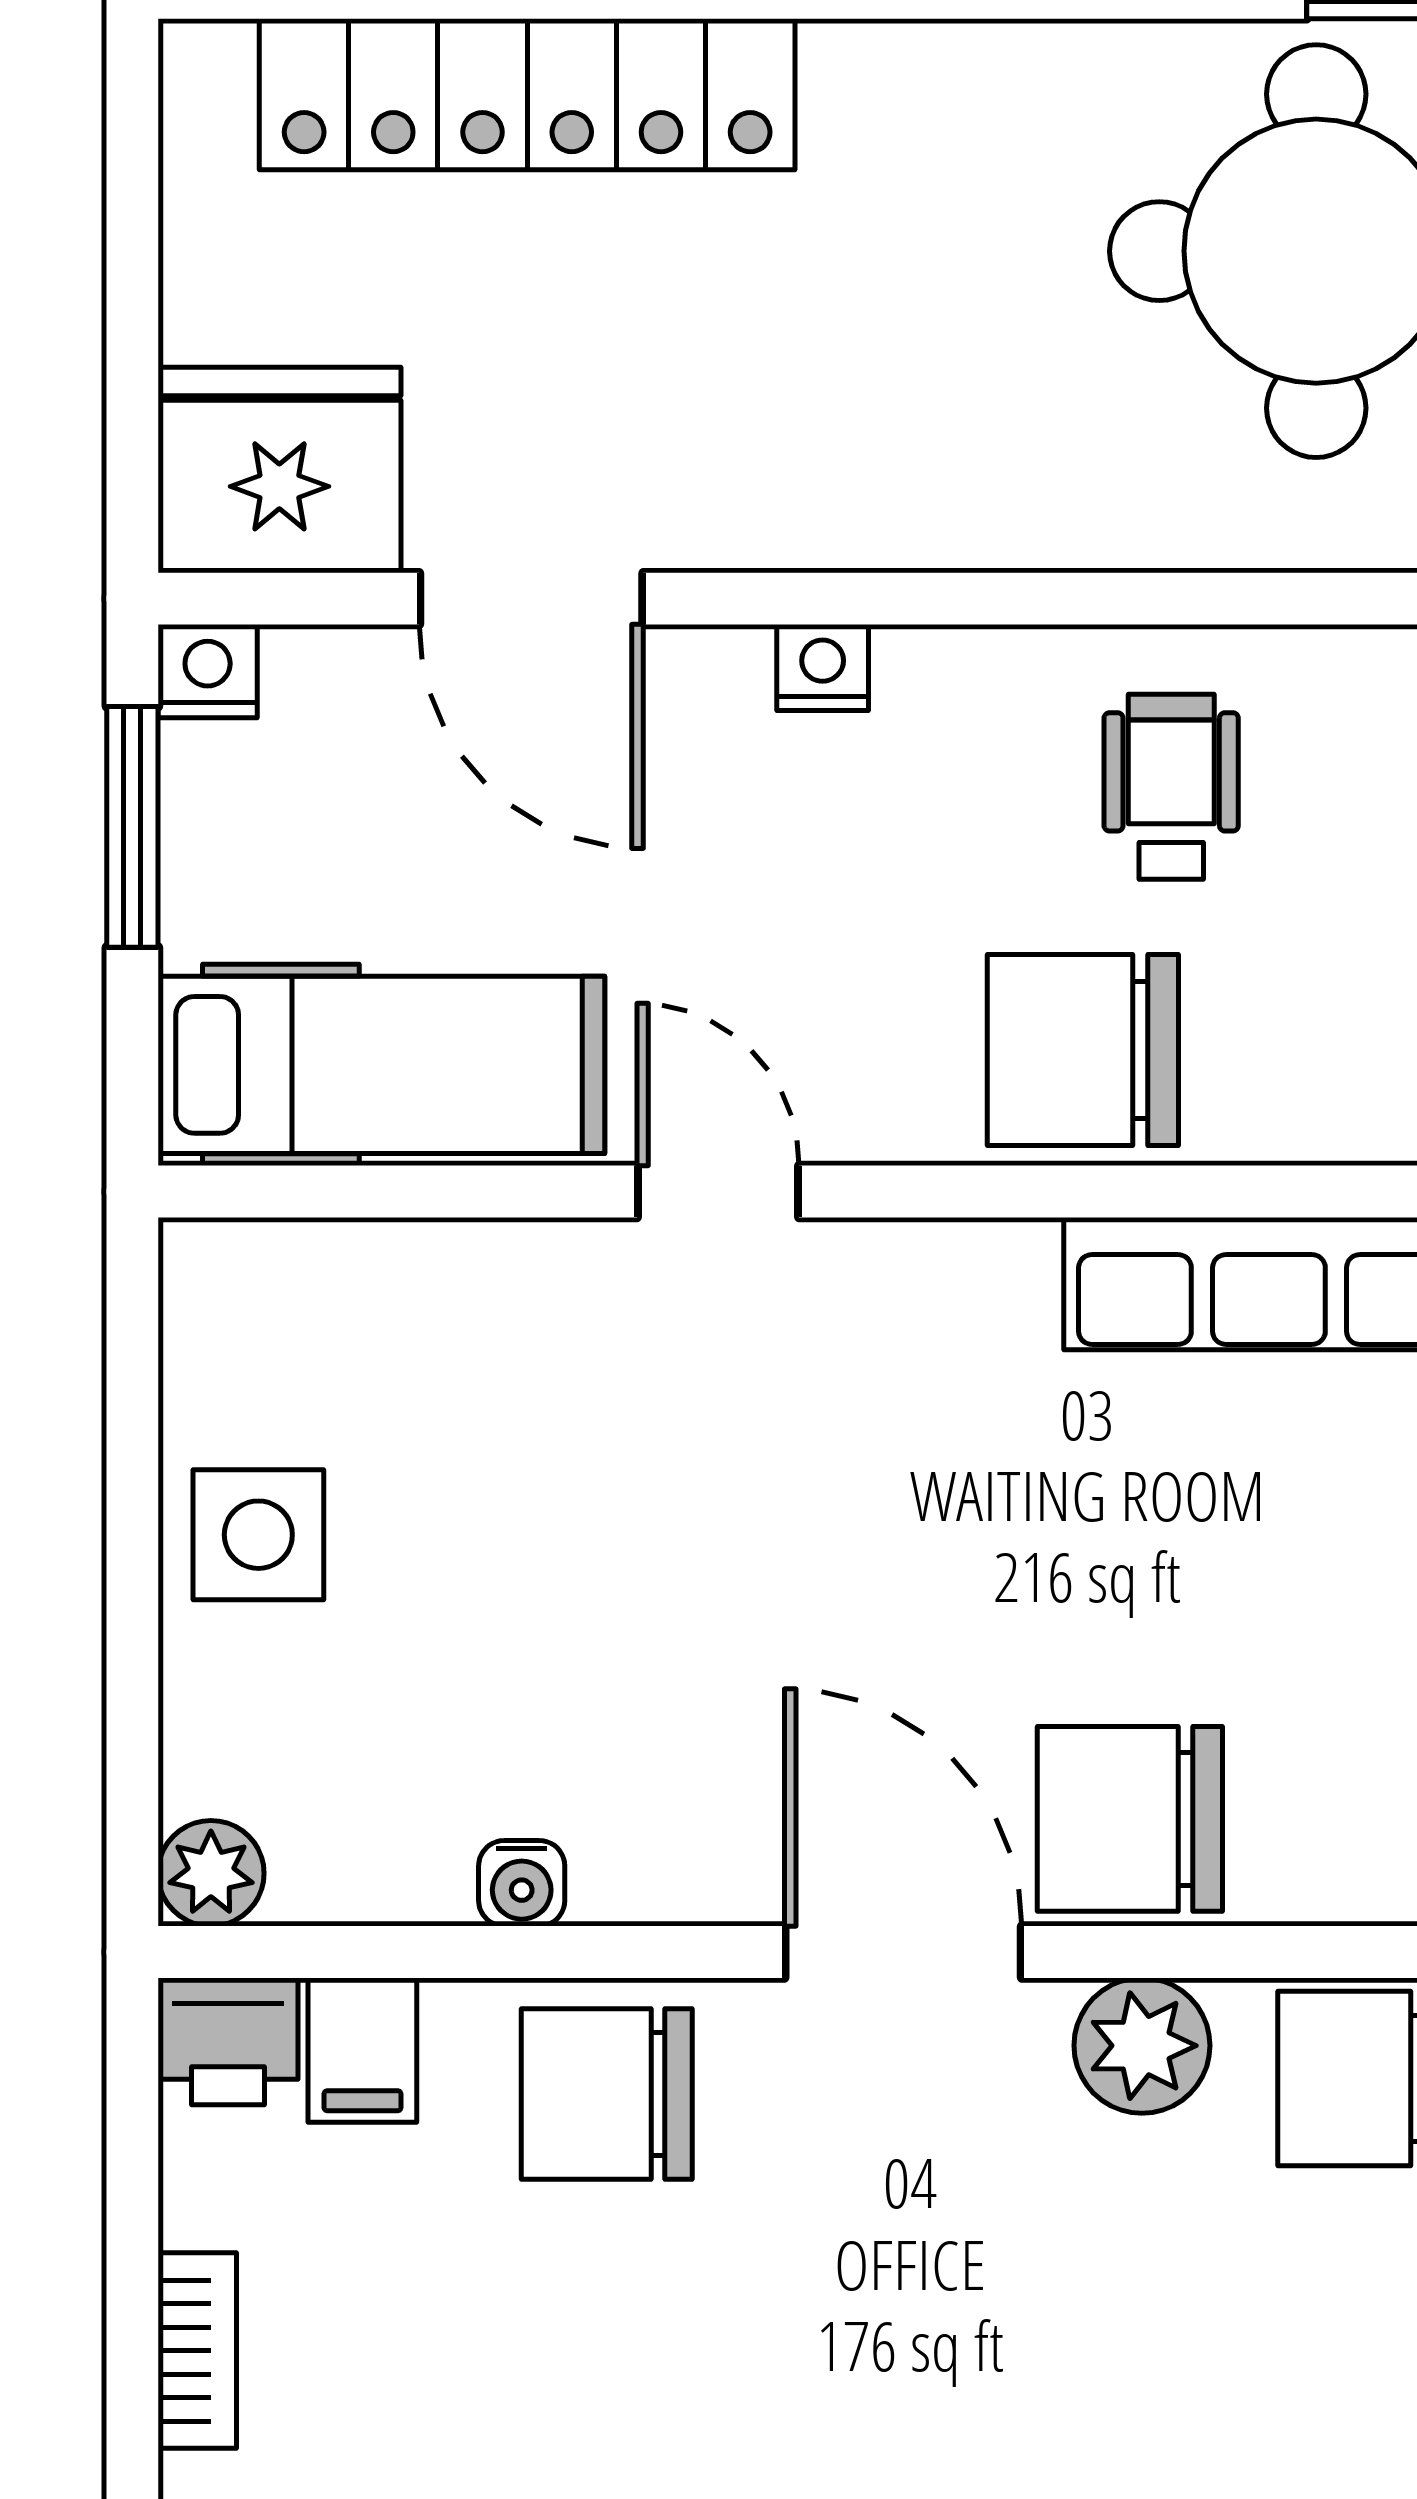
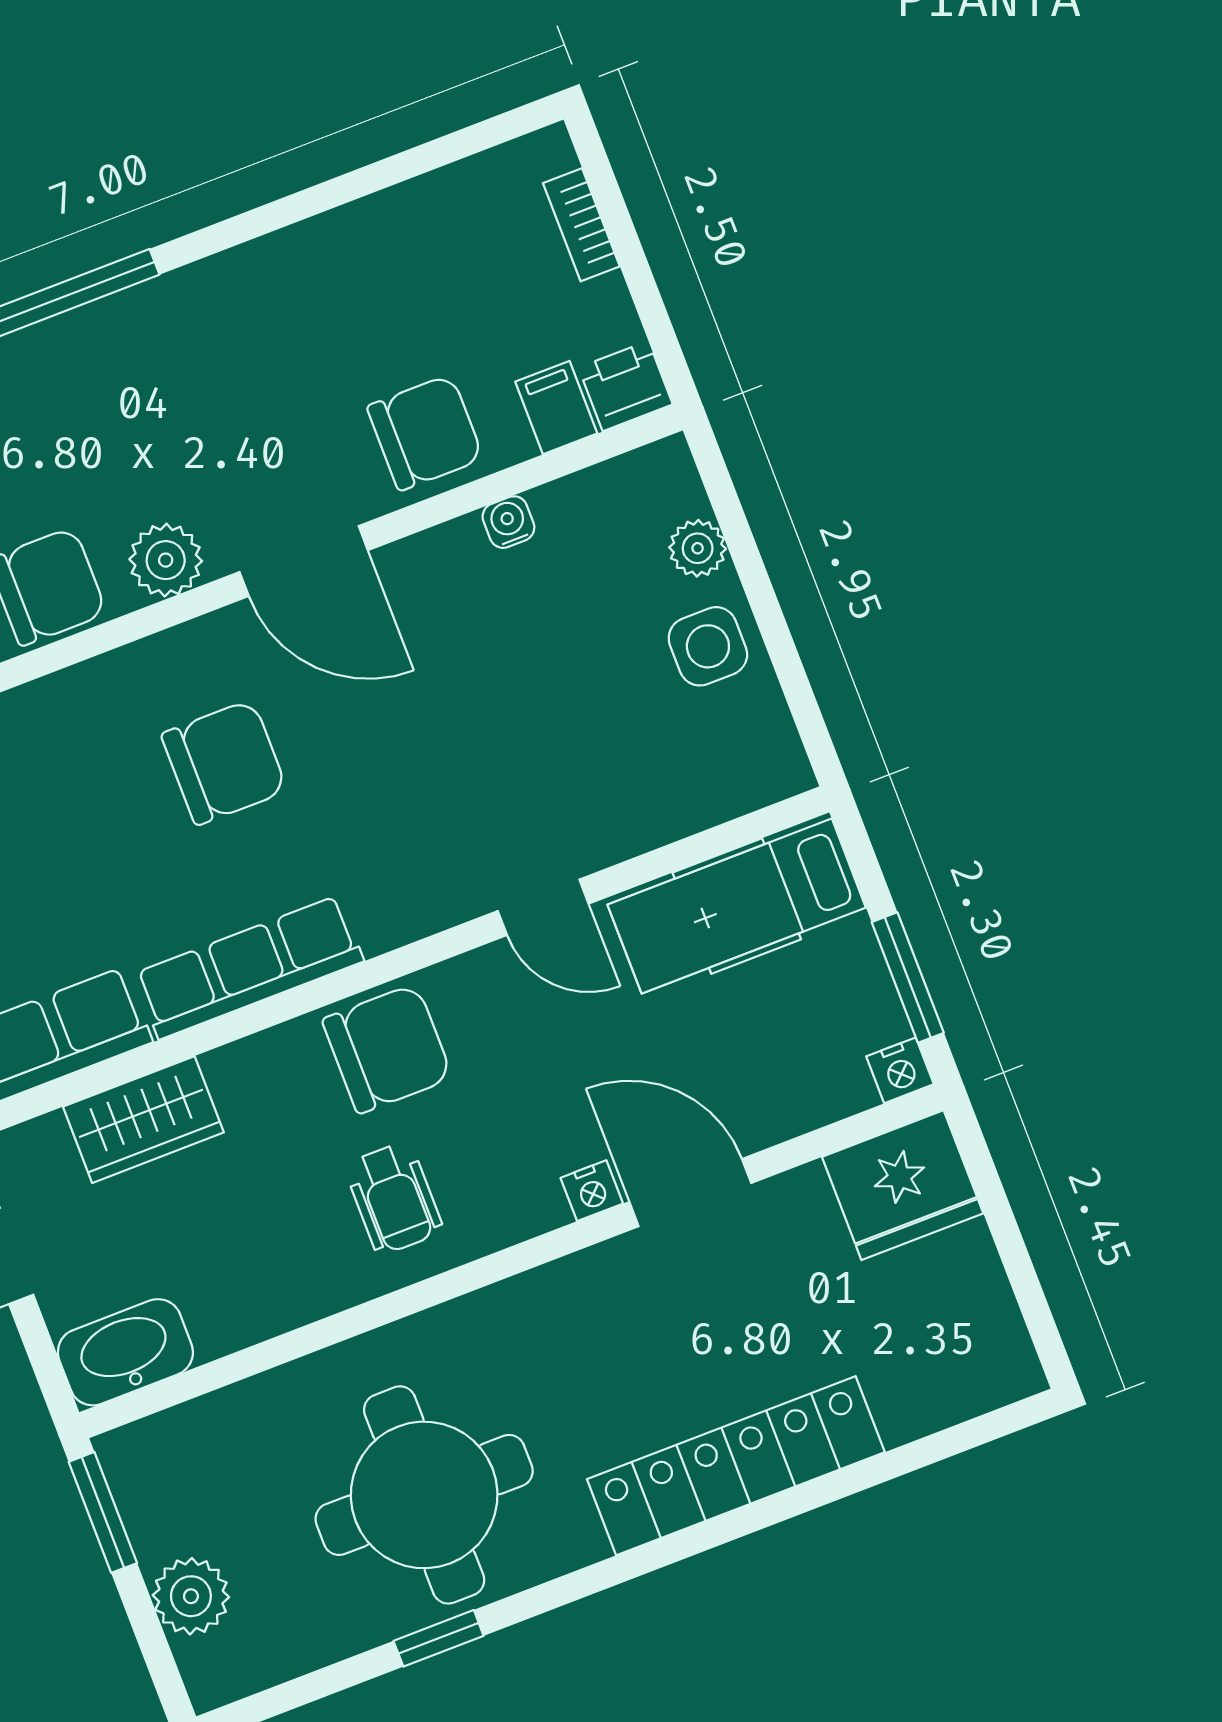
locker: (527, 94) -> (736, 1466), moved
door: (531, 599) -> (690, 1193), moved
chair: (1130, 1819) -> (224, 762), moved
plant: (211, 1873) -> (698, 548), moved

